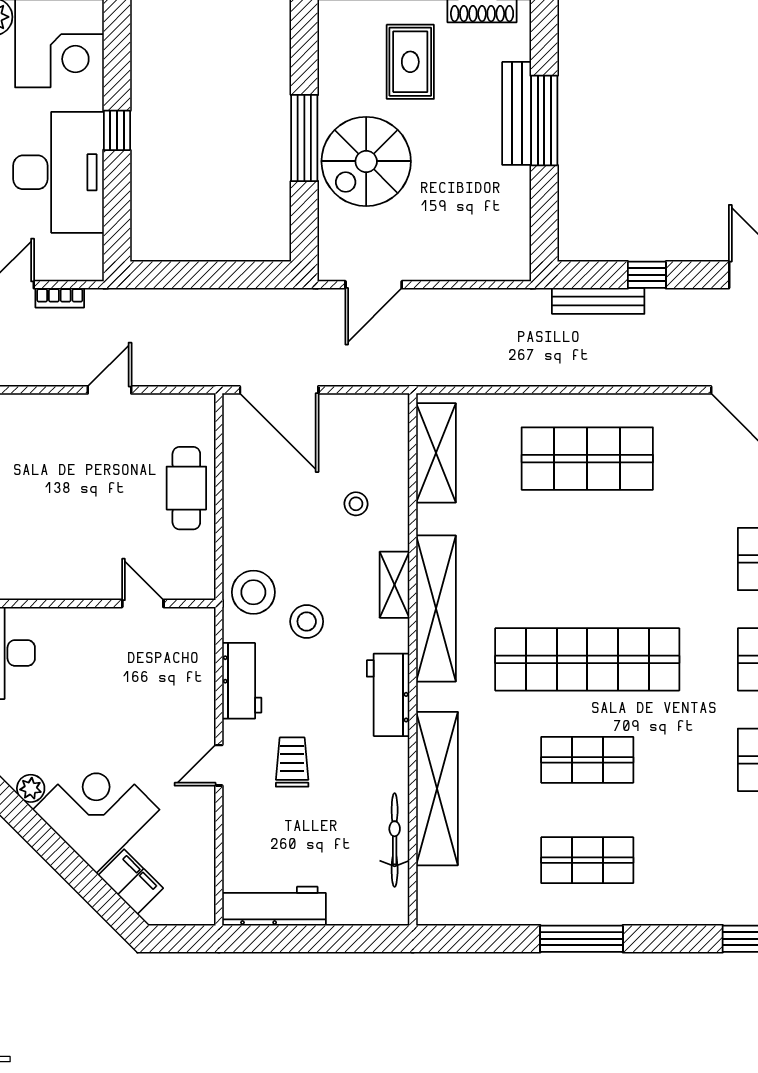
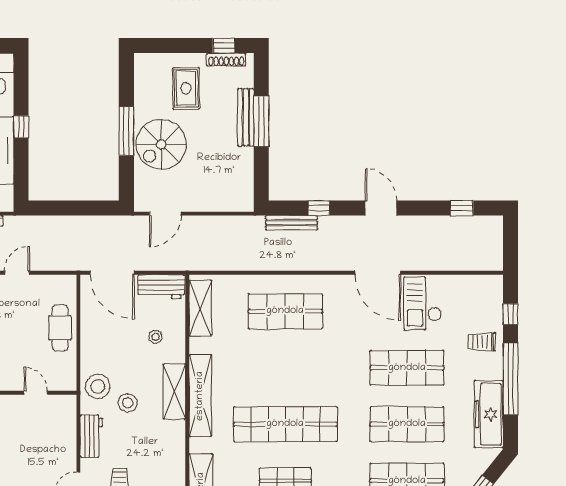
shelving: (395, 585) -> (174, 392), width x1.50, depth x1.33
workbench: (388, 695) -> (161, 287), moved, turned -90

